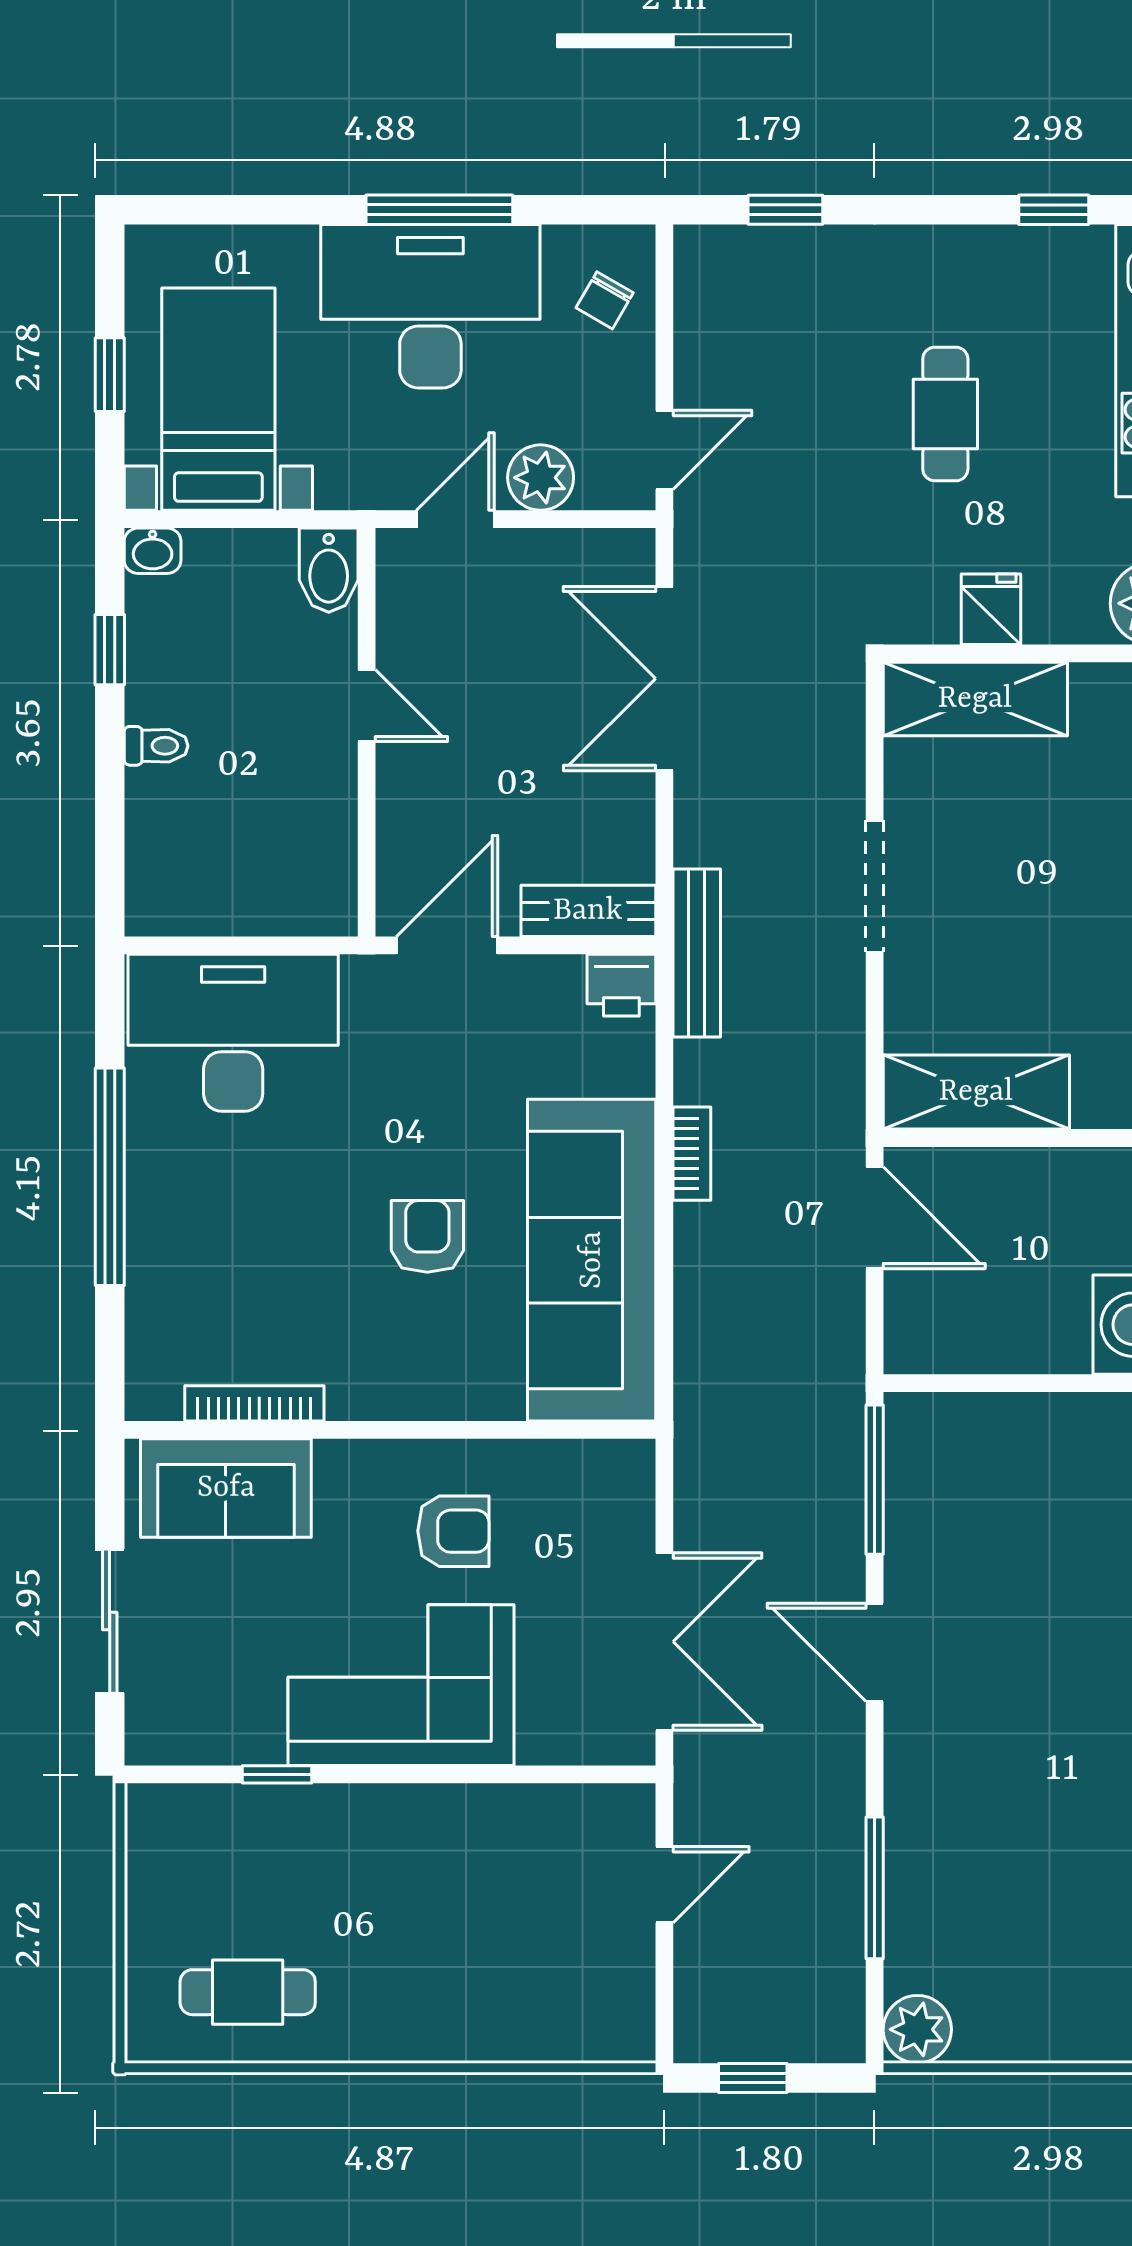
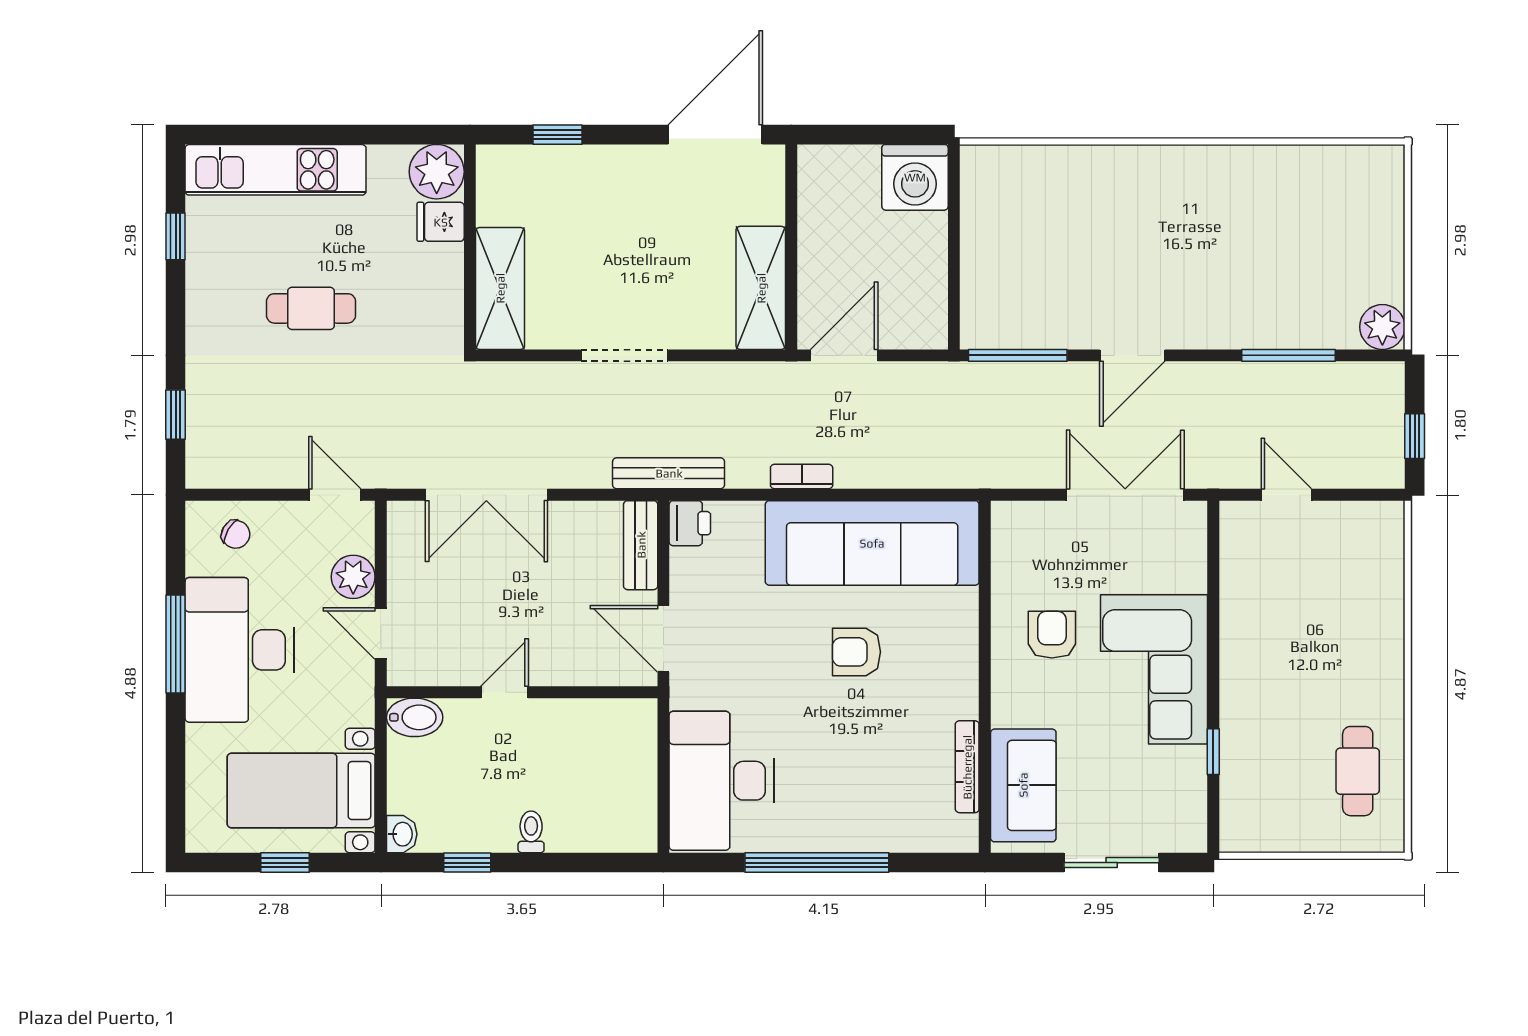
fridge: (991, 609) -> (441, 222), moved

